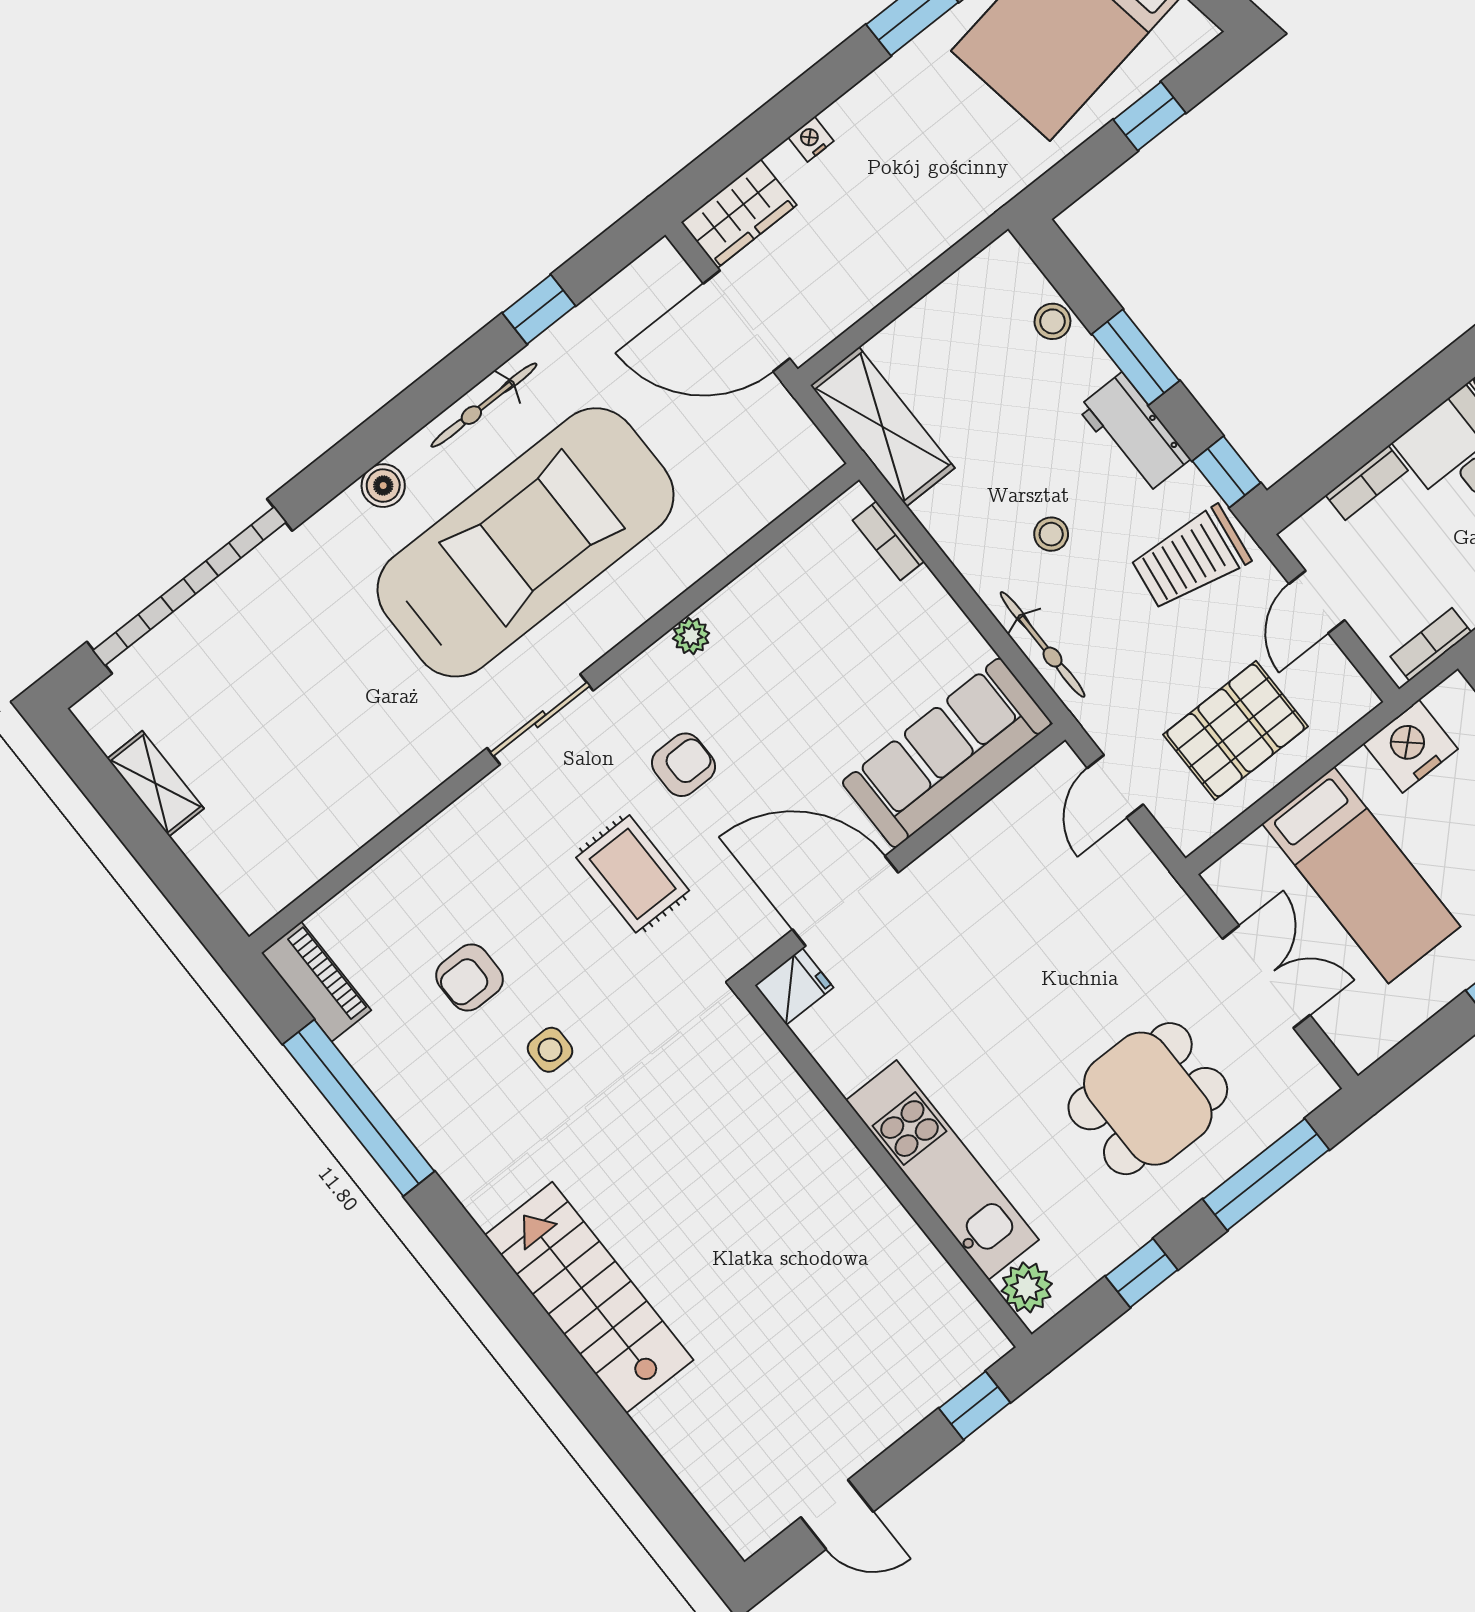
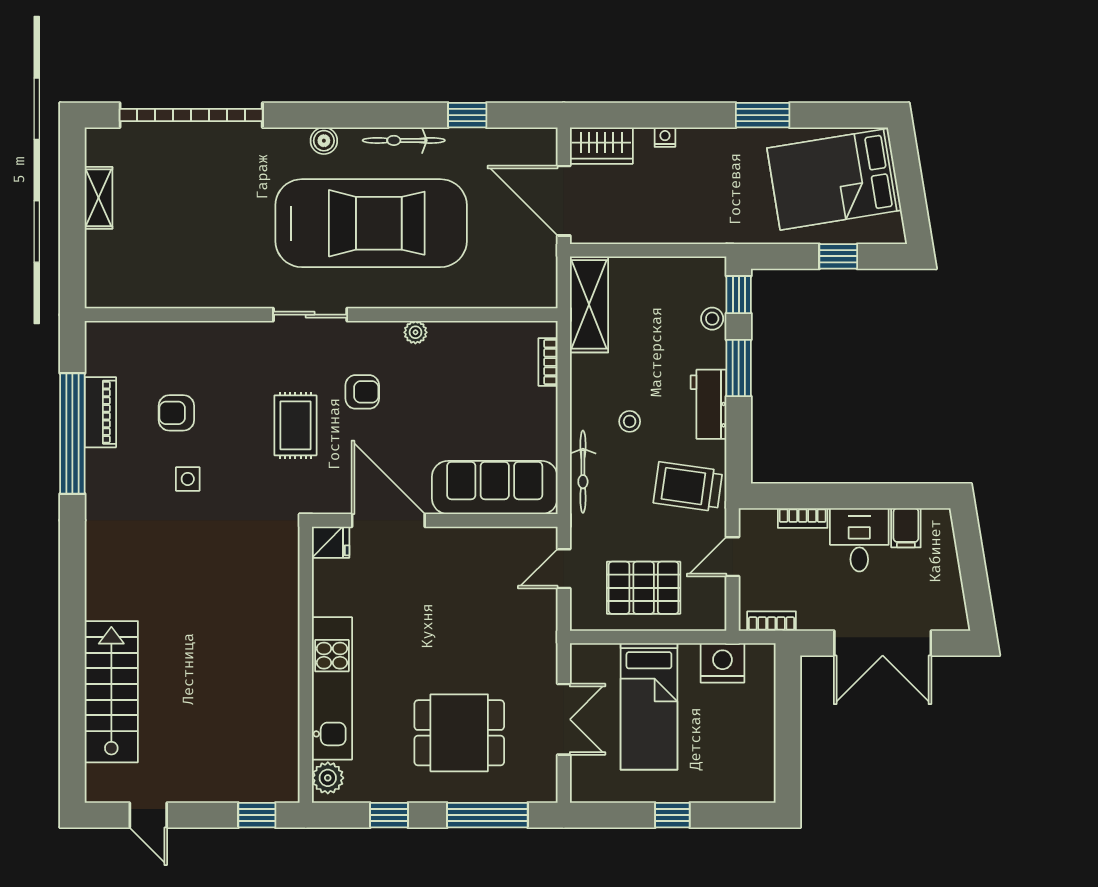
window: (1226, 472) -> (739, 295), moved
piano: (316, 982) -> (100, 412), moved
stairs: (589, 1297) -> (111, 692), moved

